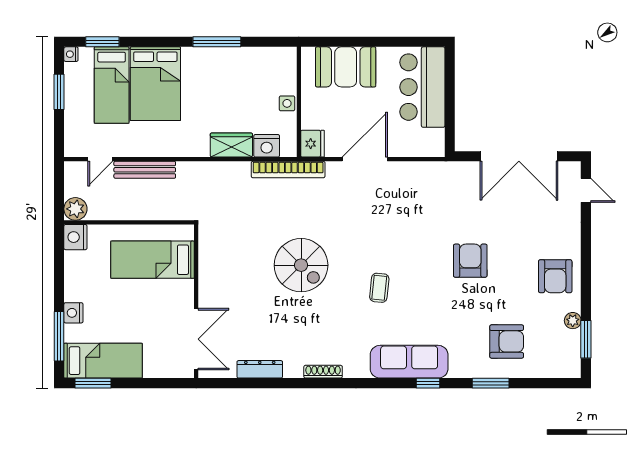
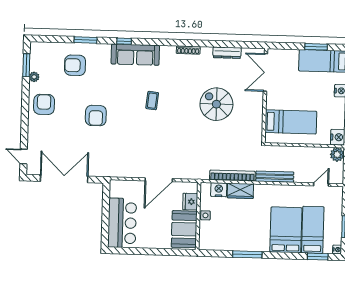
booth: (346, 67) -> (184, 229), moved, turned 90
fridge: (312, 144) -> (190, 202), moved
bench: (145, 170) -> (275, 177), moved
bookcase: (288, 170) -> (232, 176), moved
spiral stairs: (301, 265) -> (216, 104), moved
window: (93, 383) -> (316, 47), moved

